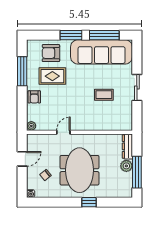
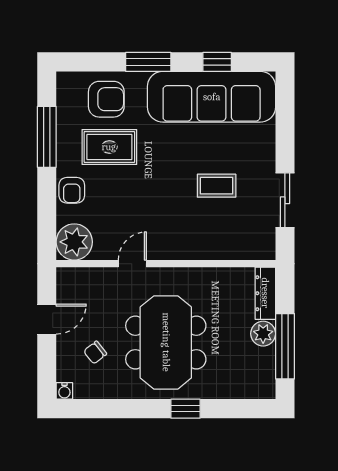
window: (104, 35) -> (217, 62), width x0.46
armchair: (51, 53) -> (106, 99), turned 180
sliding door: (137, 88) -> (285, 200), moved
plant: (31, 126) -> (74, 242), width x1.87, depth x1.87

